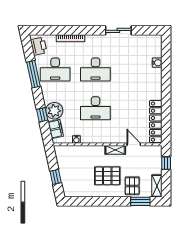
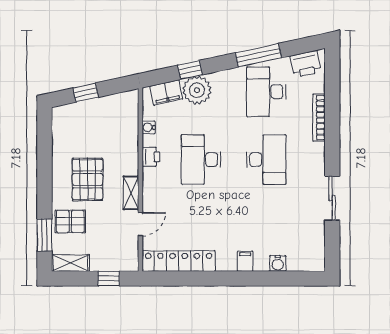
desk: (95, 70) -> (266, 160), turned 180
filing cabinet: (156, 82) -> (245, 261), added
printer: (94, 138) -> (151, 157), added

